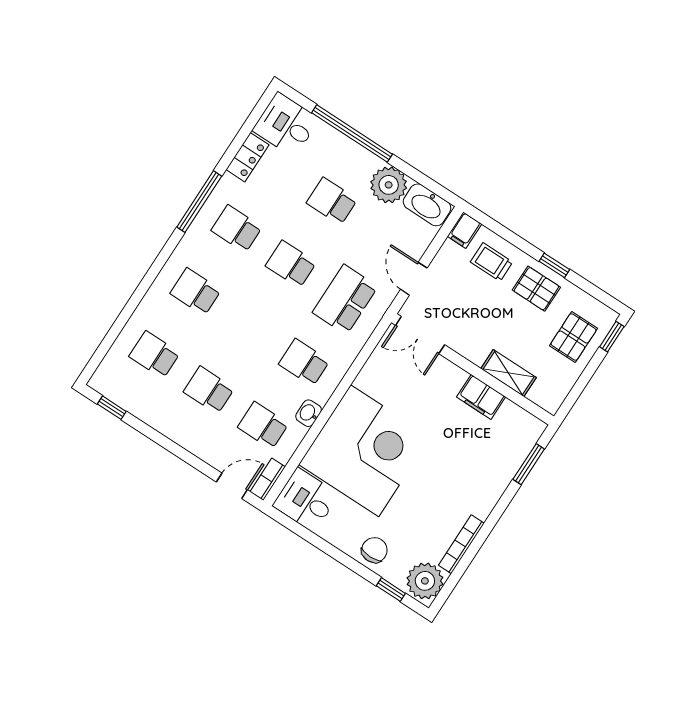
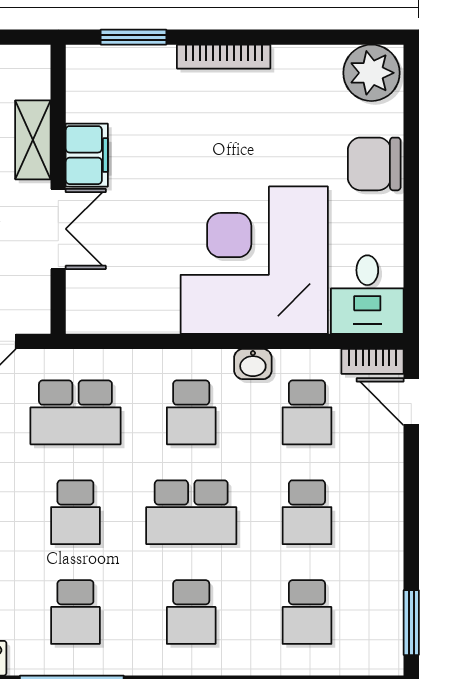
school desk: (250, 327) -> (191, 512), added
double door: (420, 335) -> (58, 229), moved
window: (112, 408) -> (411, 623), width x1.50
bookcase: (461, 544) -> (224, 57), moved
chair: (374, 550) -> (374, 164), width x1.37, depth x1.37
window: (391, 590) -> (411, 109), removed

